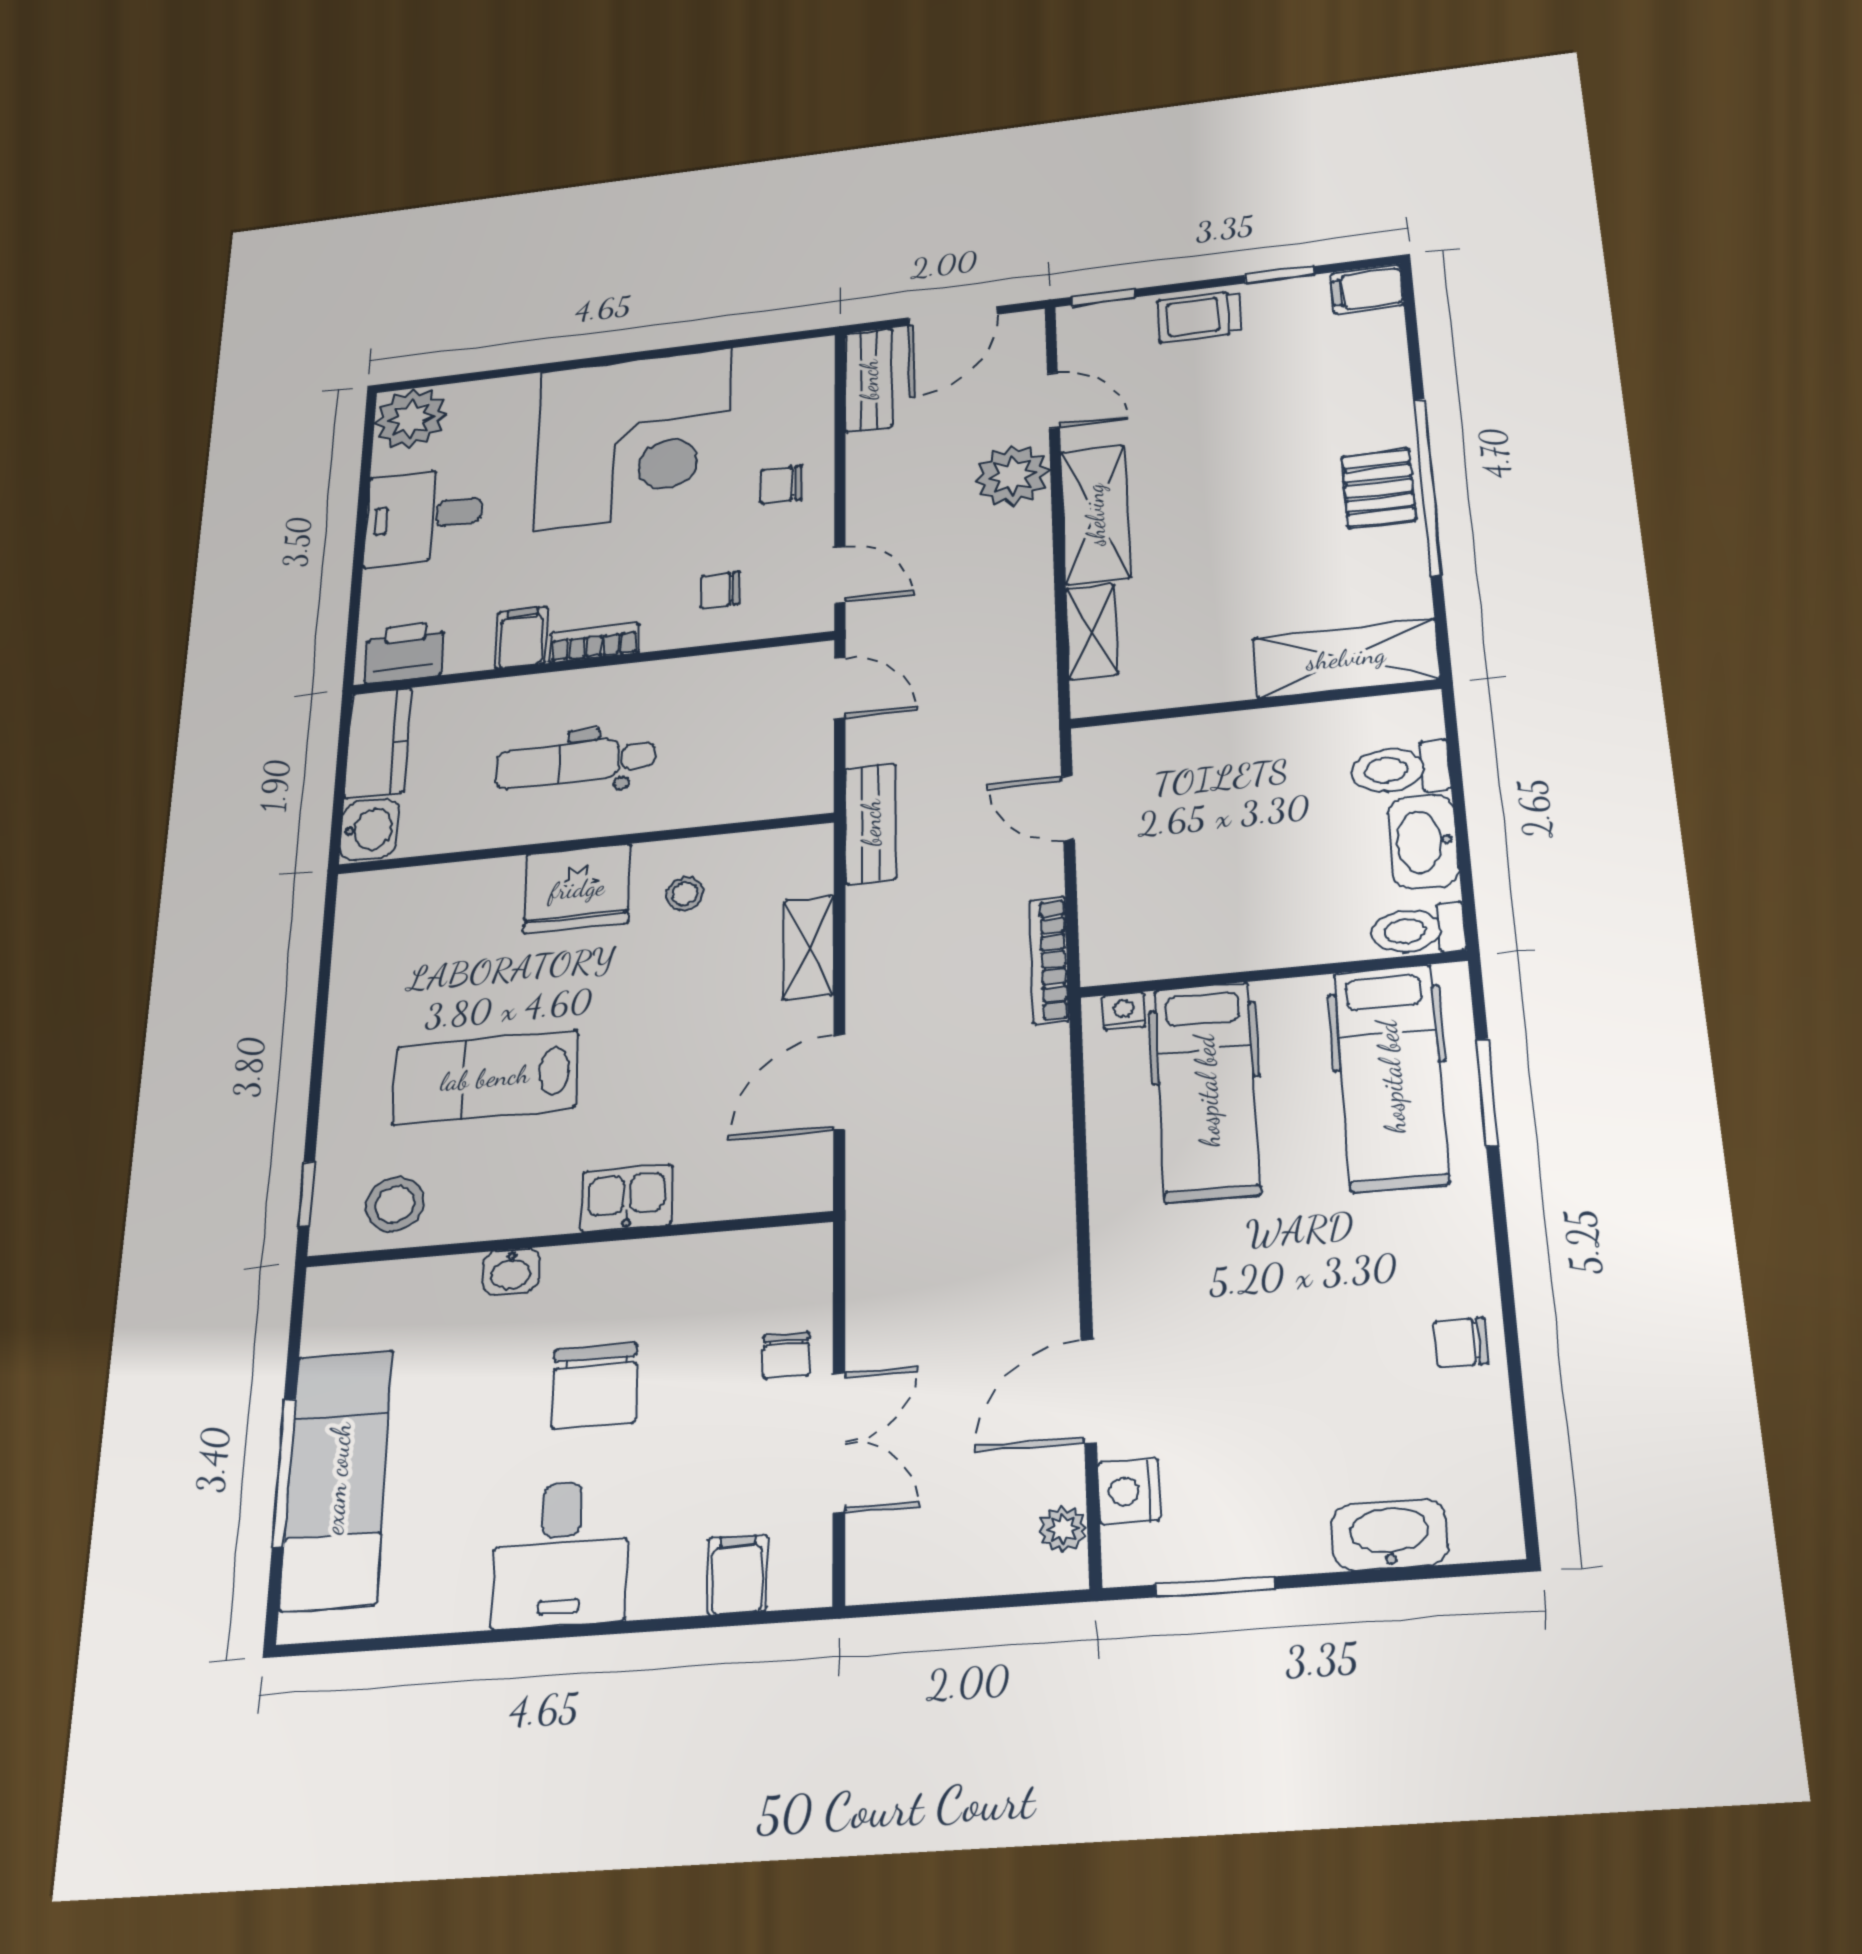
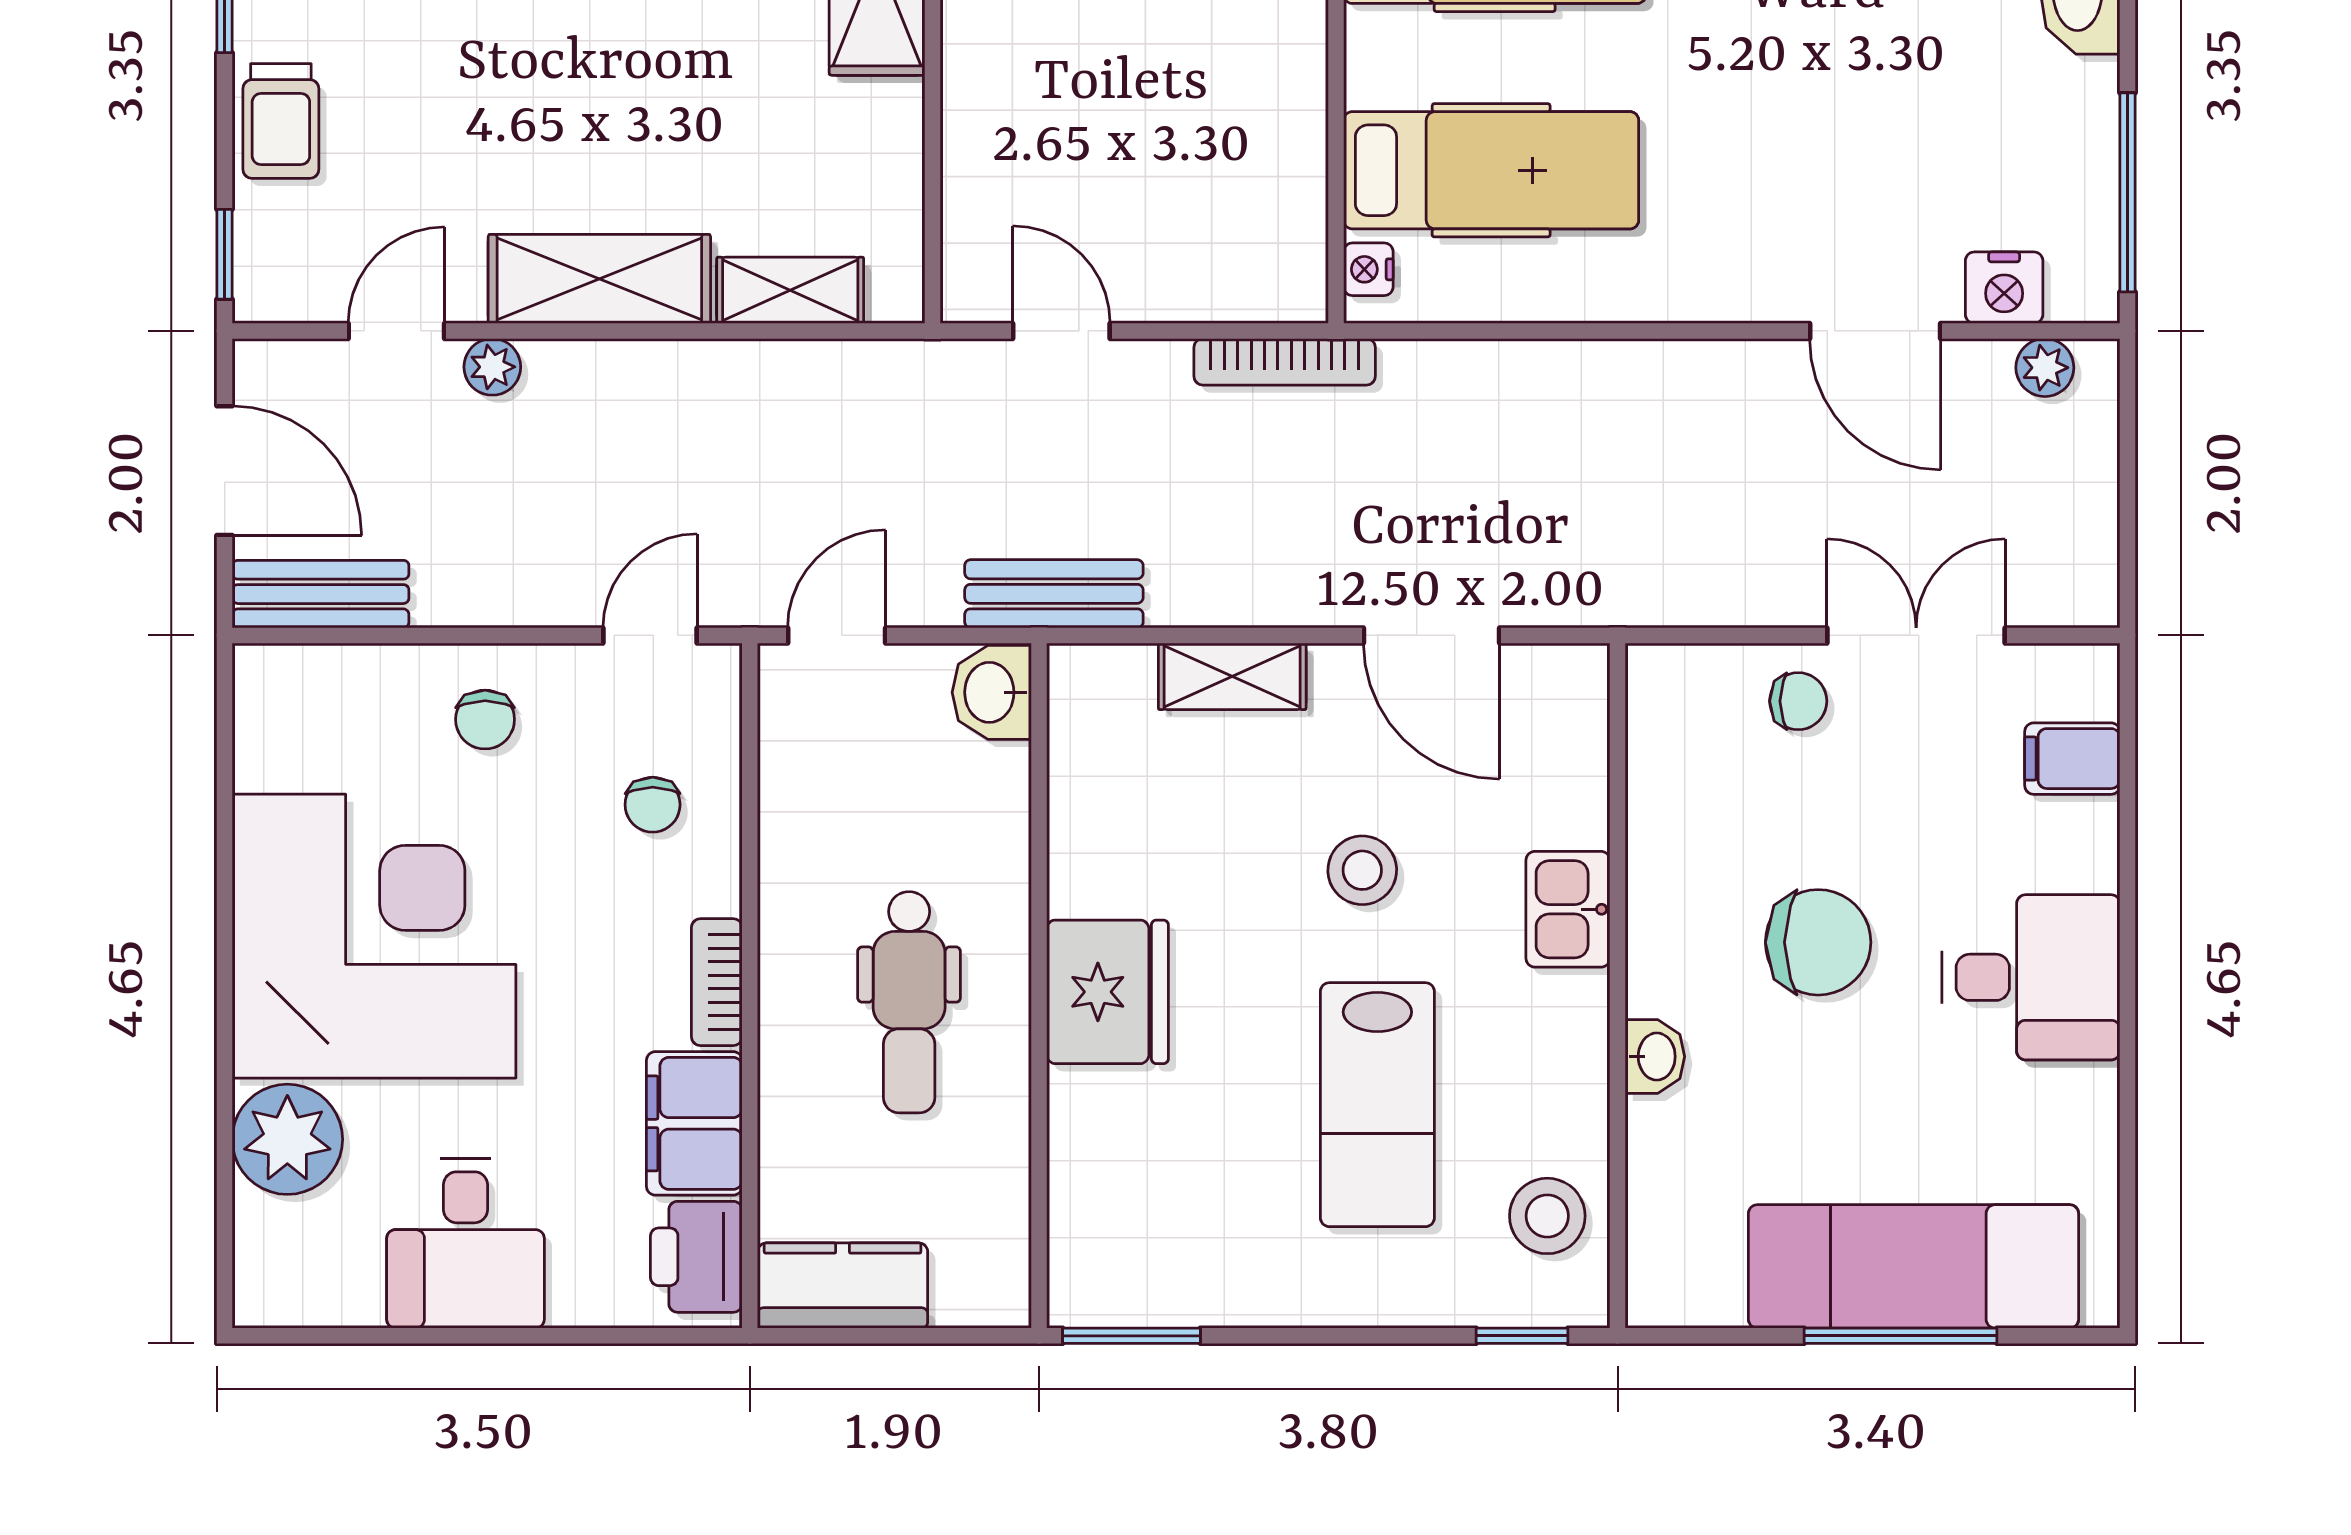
plant: (411, 419) -> (287, 1139), moved
plant: (1012, 476) -> (492, 367), width x0.53, depth x0.53
filing cabinet: (521, 638) -> (694, 1123), width x2.00
door: (1068, 808) -> (1061, 331), swing flipped
washbasin: (369, 829) -> (992, 692), moved, turned -90
stool: (685, 894) -> (1362, 870), moved, width x1.37, depth x1.37
window: (328, 929) -> (1131, 1336), added
window: (1215, 1587) -> (2128, 192), width x1.44

